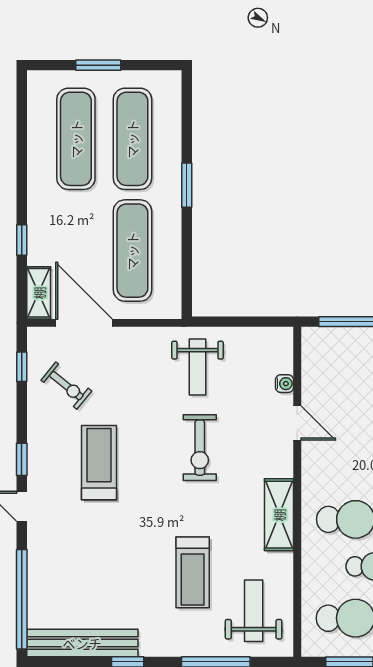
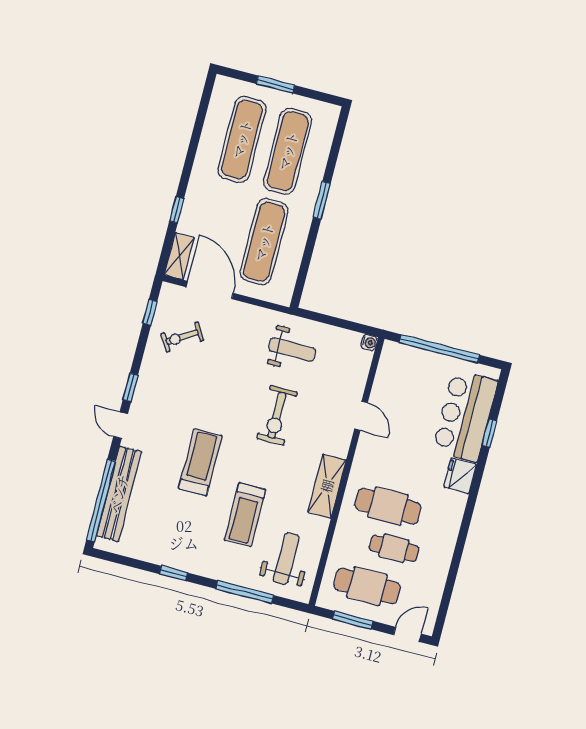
weight bench: (198, 367) -> (292, 350), turned -90
water cooler: (284, 384) -> (369, 343), moved
exercise bike: (66, 386) -> (182, 337), turned 109
treadmill: (99, 463) -> (200, 462), moved
bench: (82, 643) -> (119, 494), moved, turned 90

